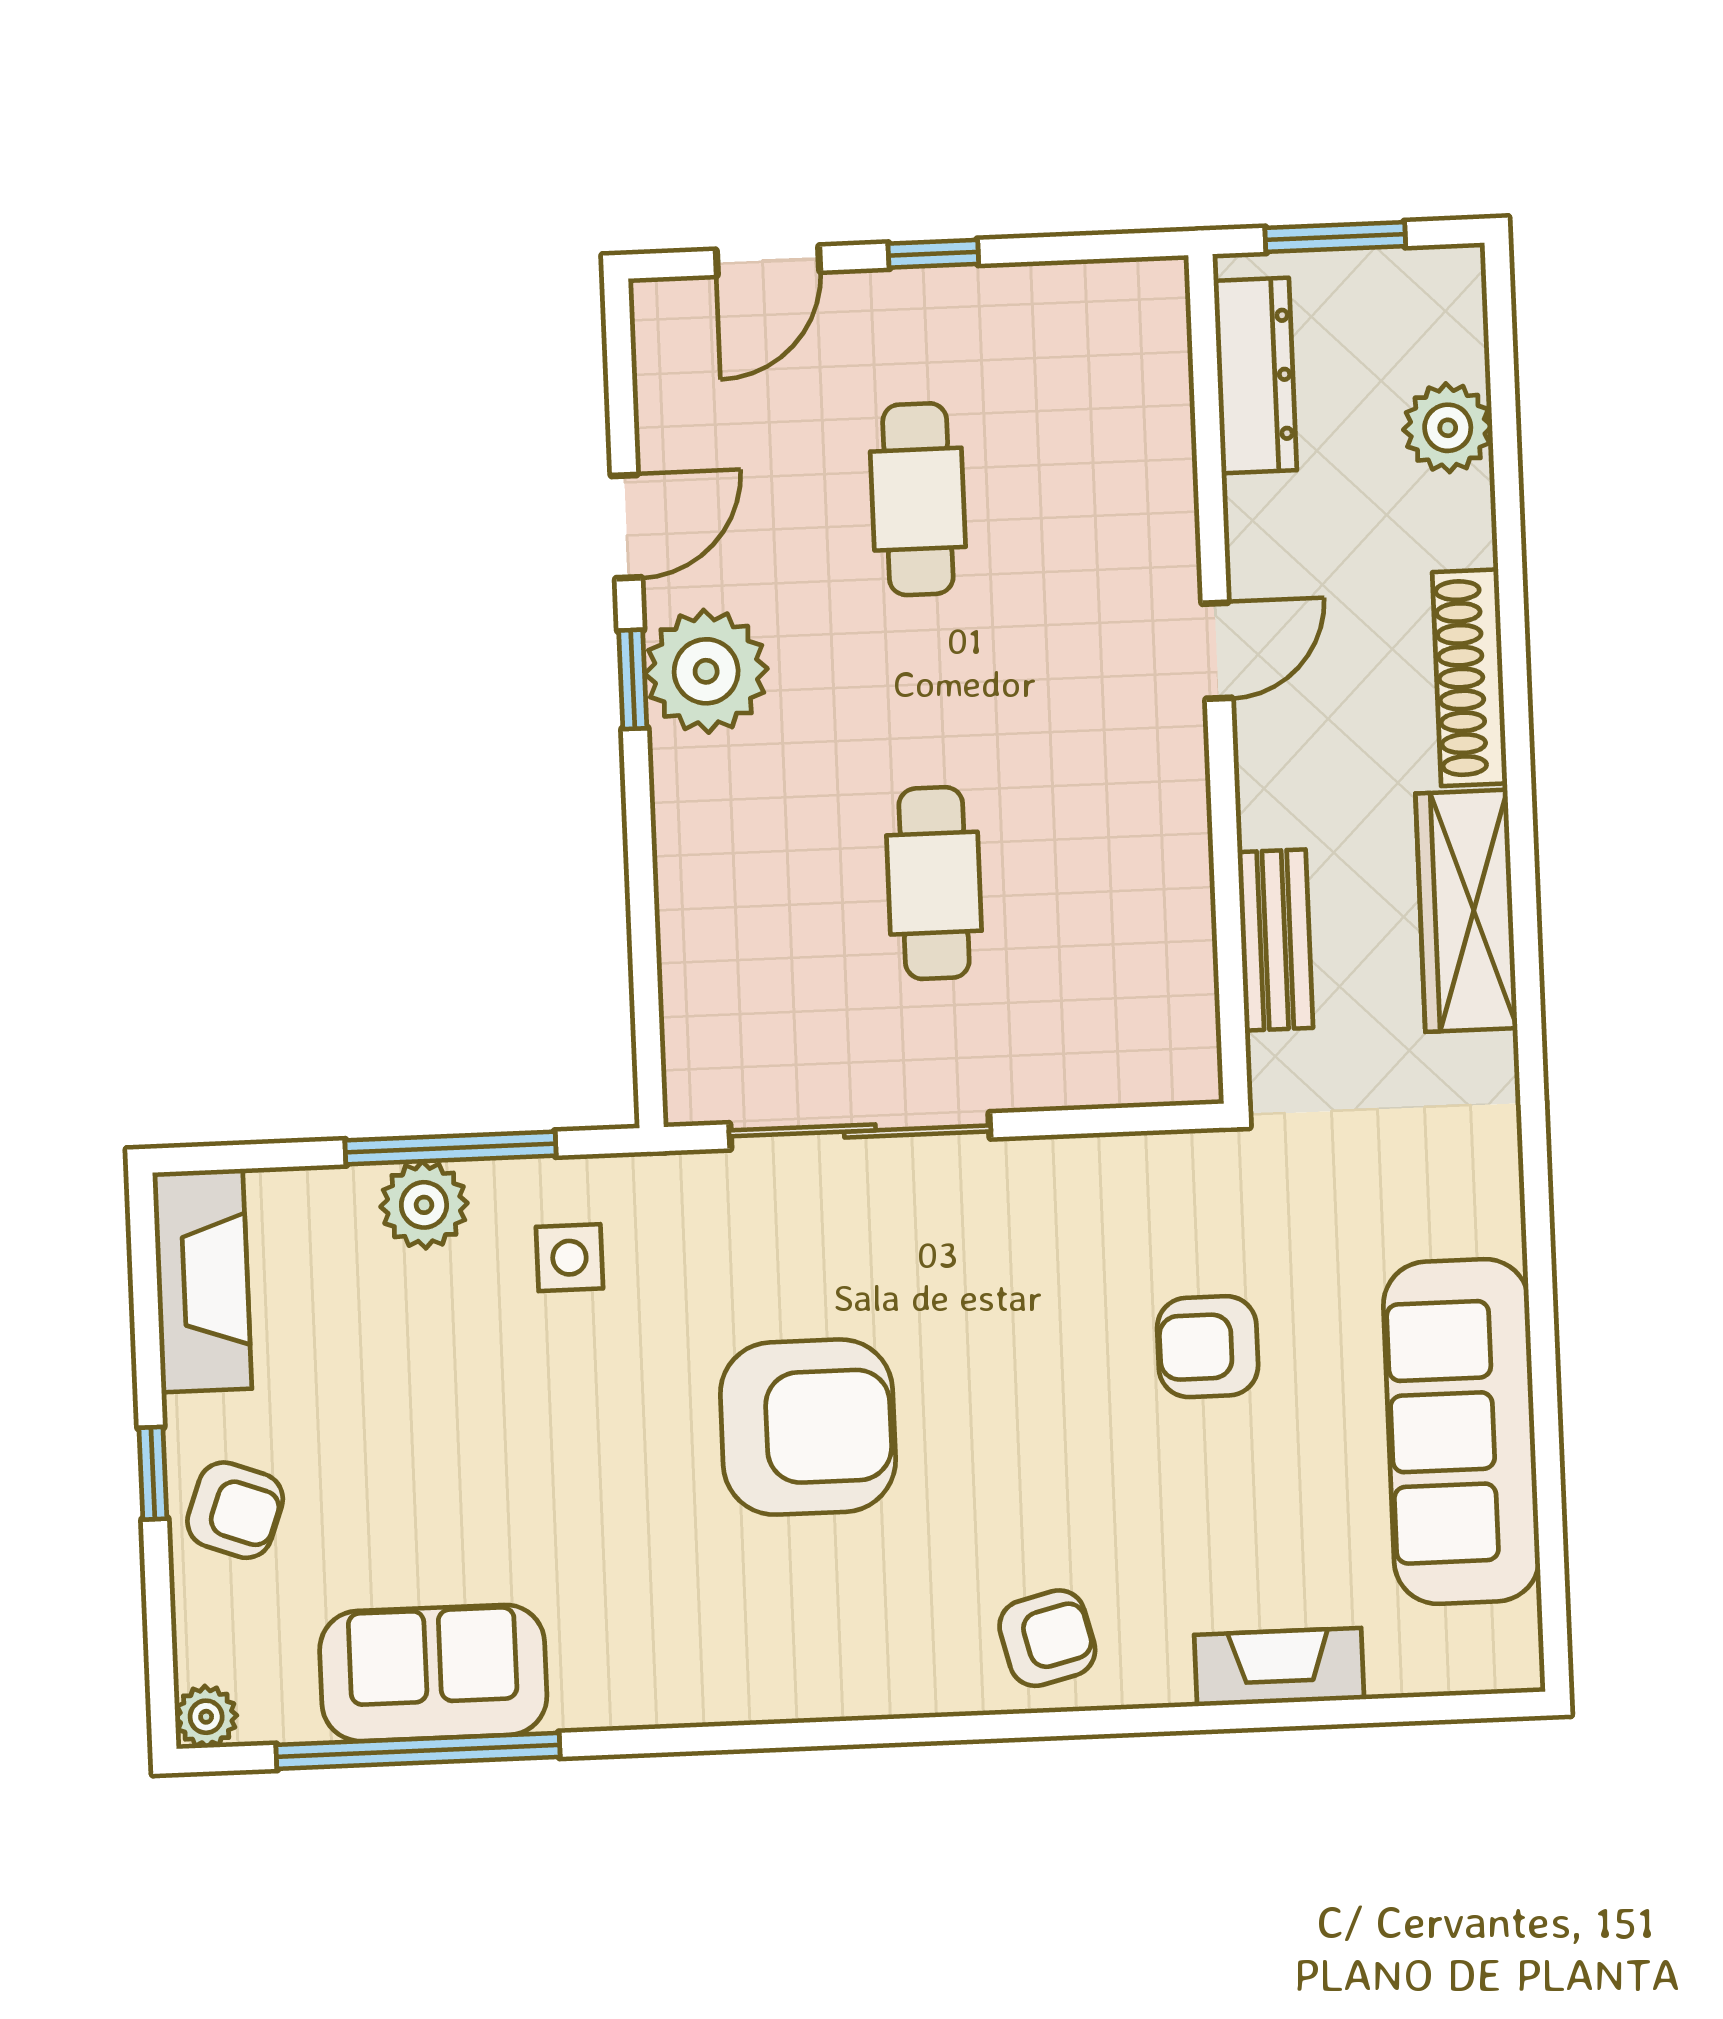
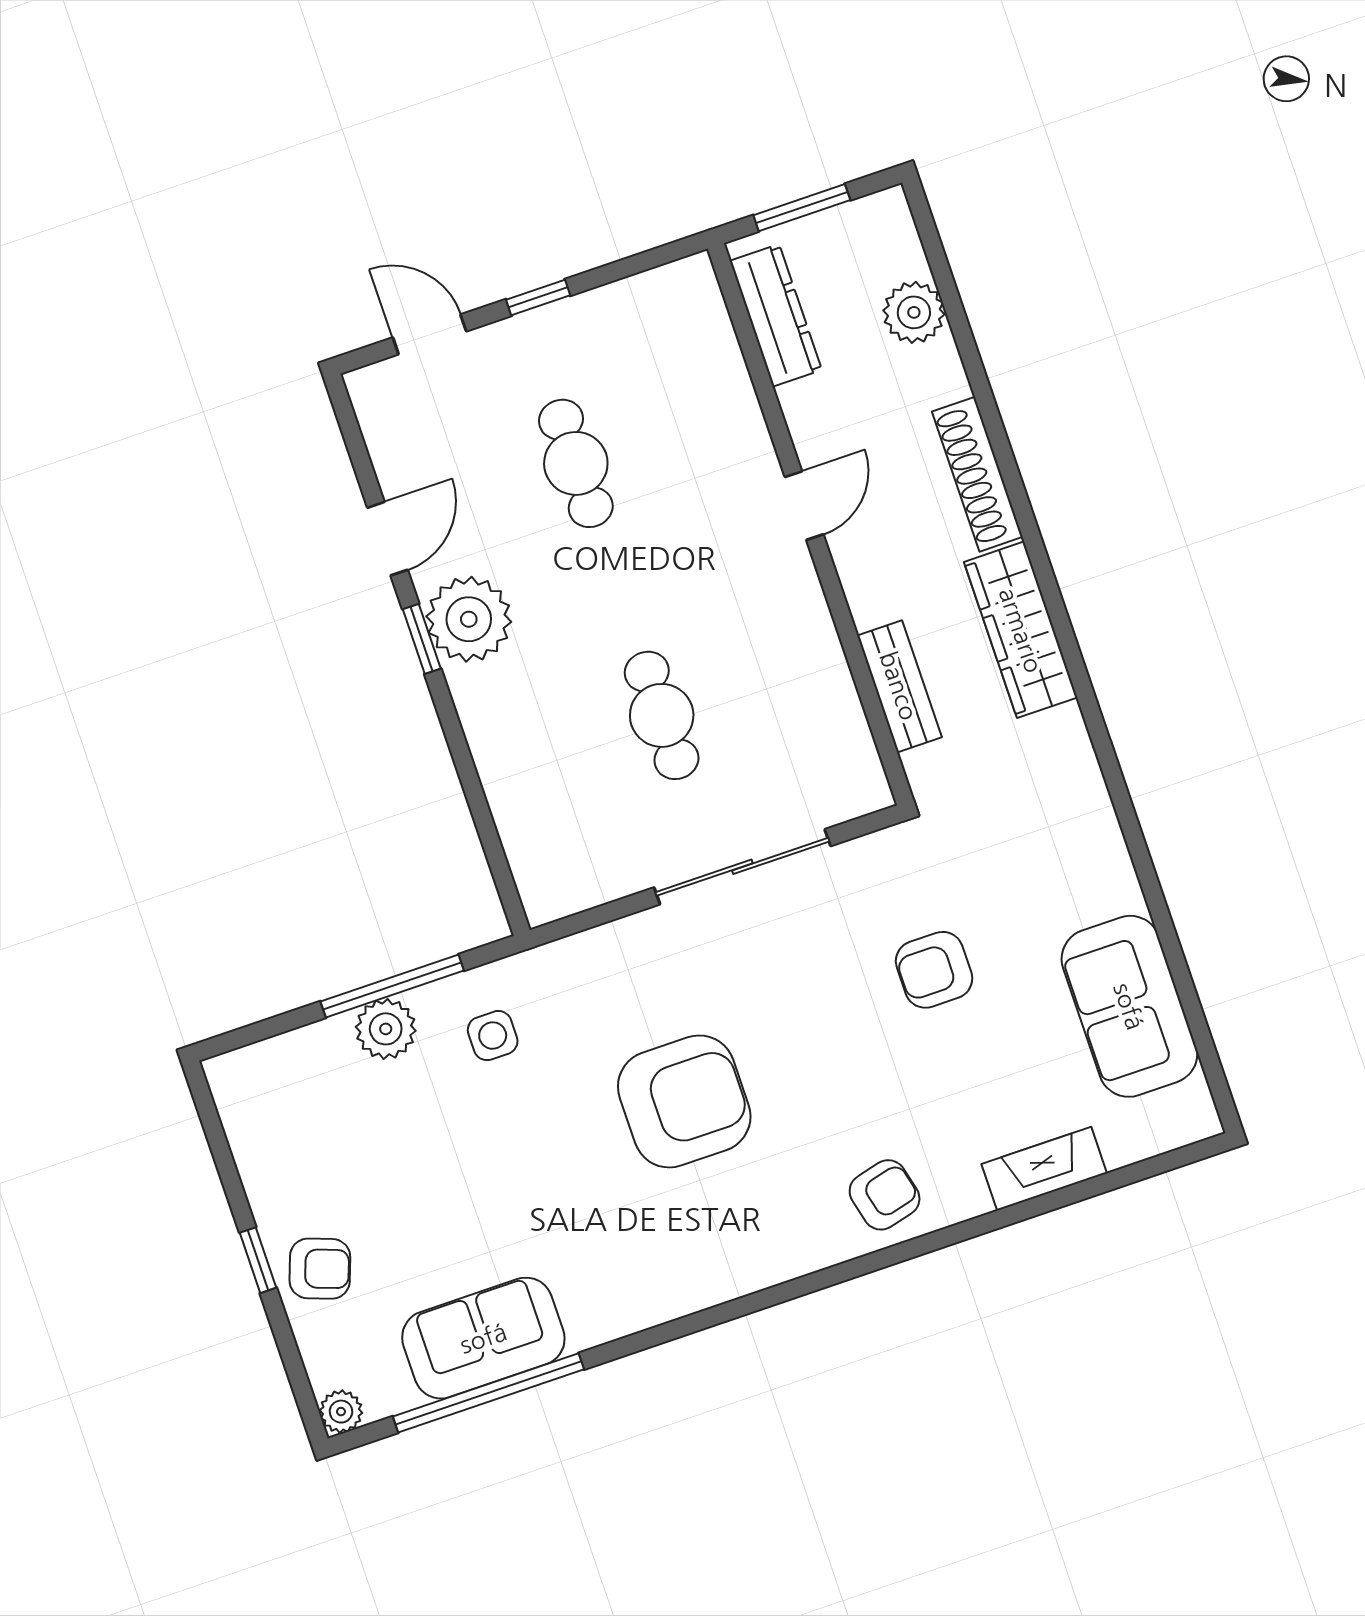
door: (768, 261) -> (430, 334), swing flipped
sliding door: (860, 1131) -> (742, 867), moved
fireplace: (202, 1281) -> (253, 1123), removed
sofa: (1461, 1431) -> (1129, 1006), width x0.73

